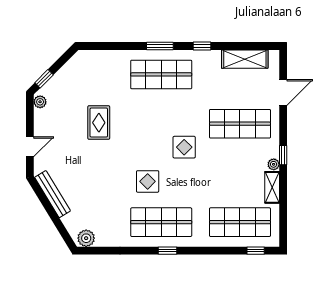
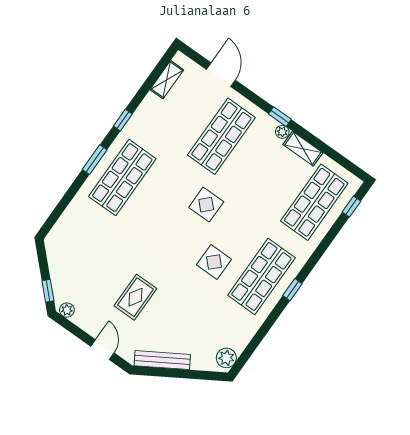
shelving: (245, 59) -> (167, 80), width x0.67, depth x0.75
rug: (99, 123) -> (135, 297), moved, turned 90

